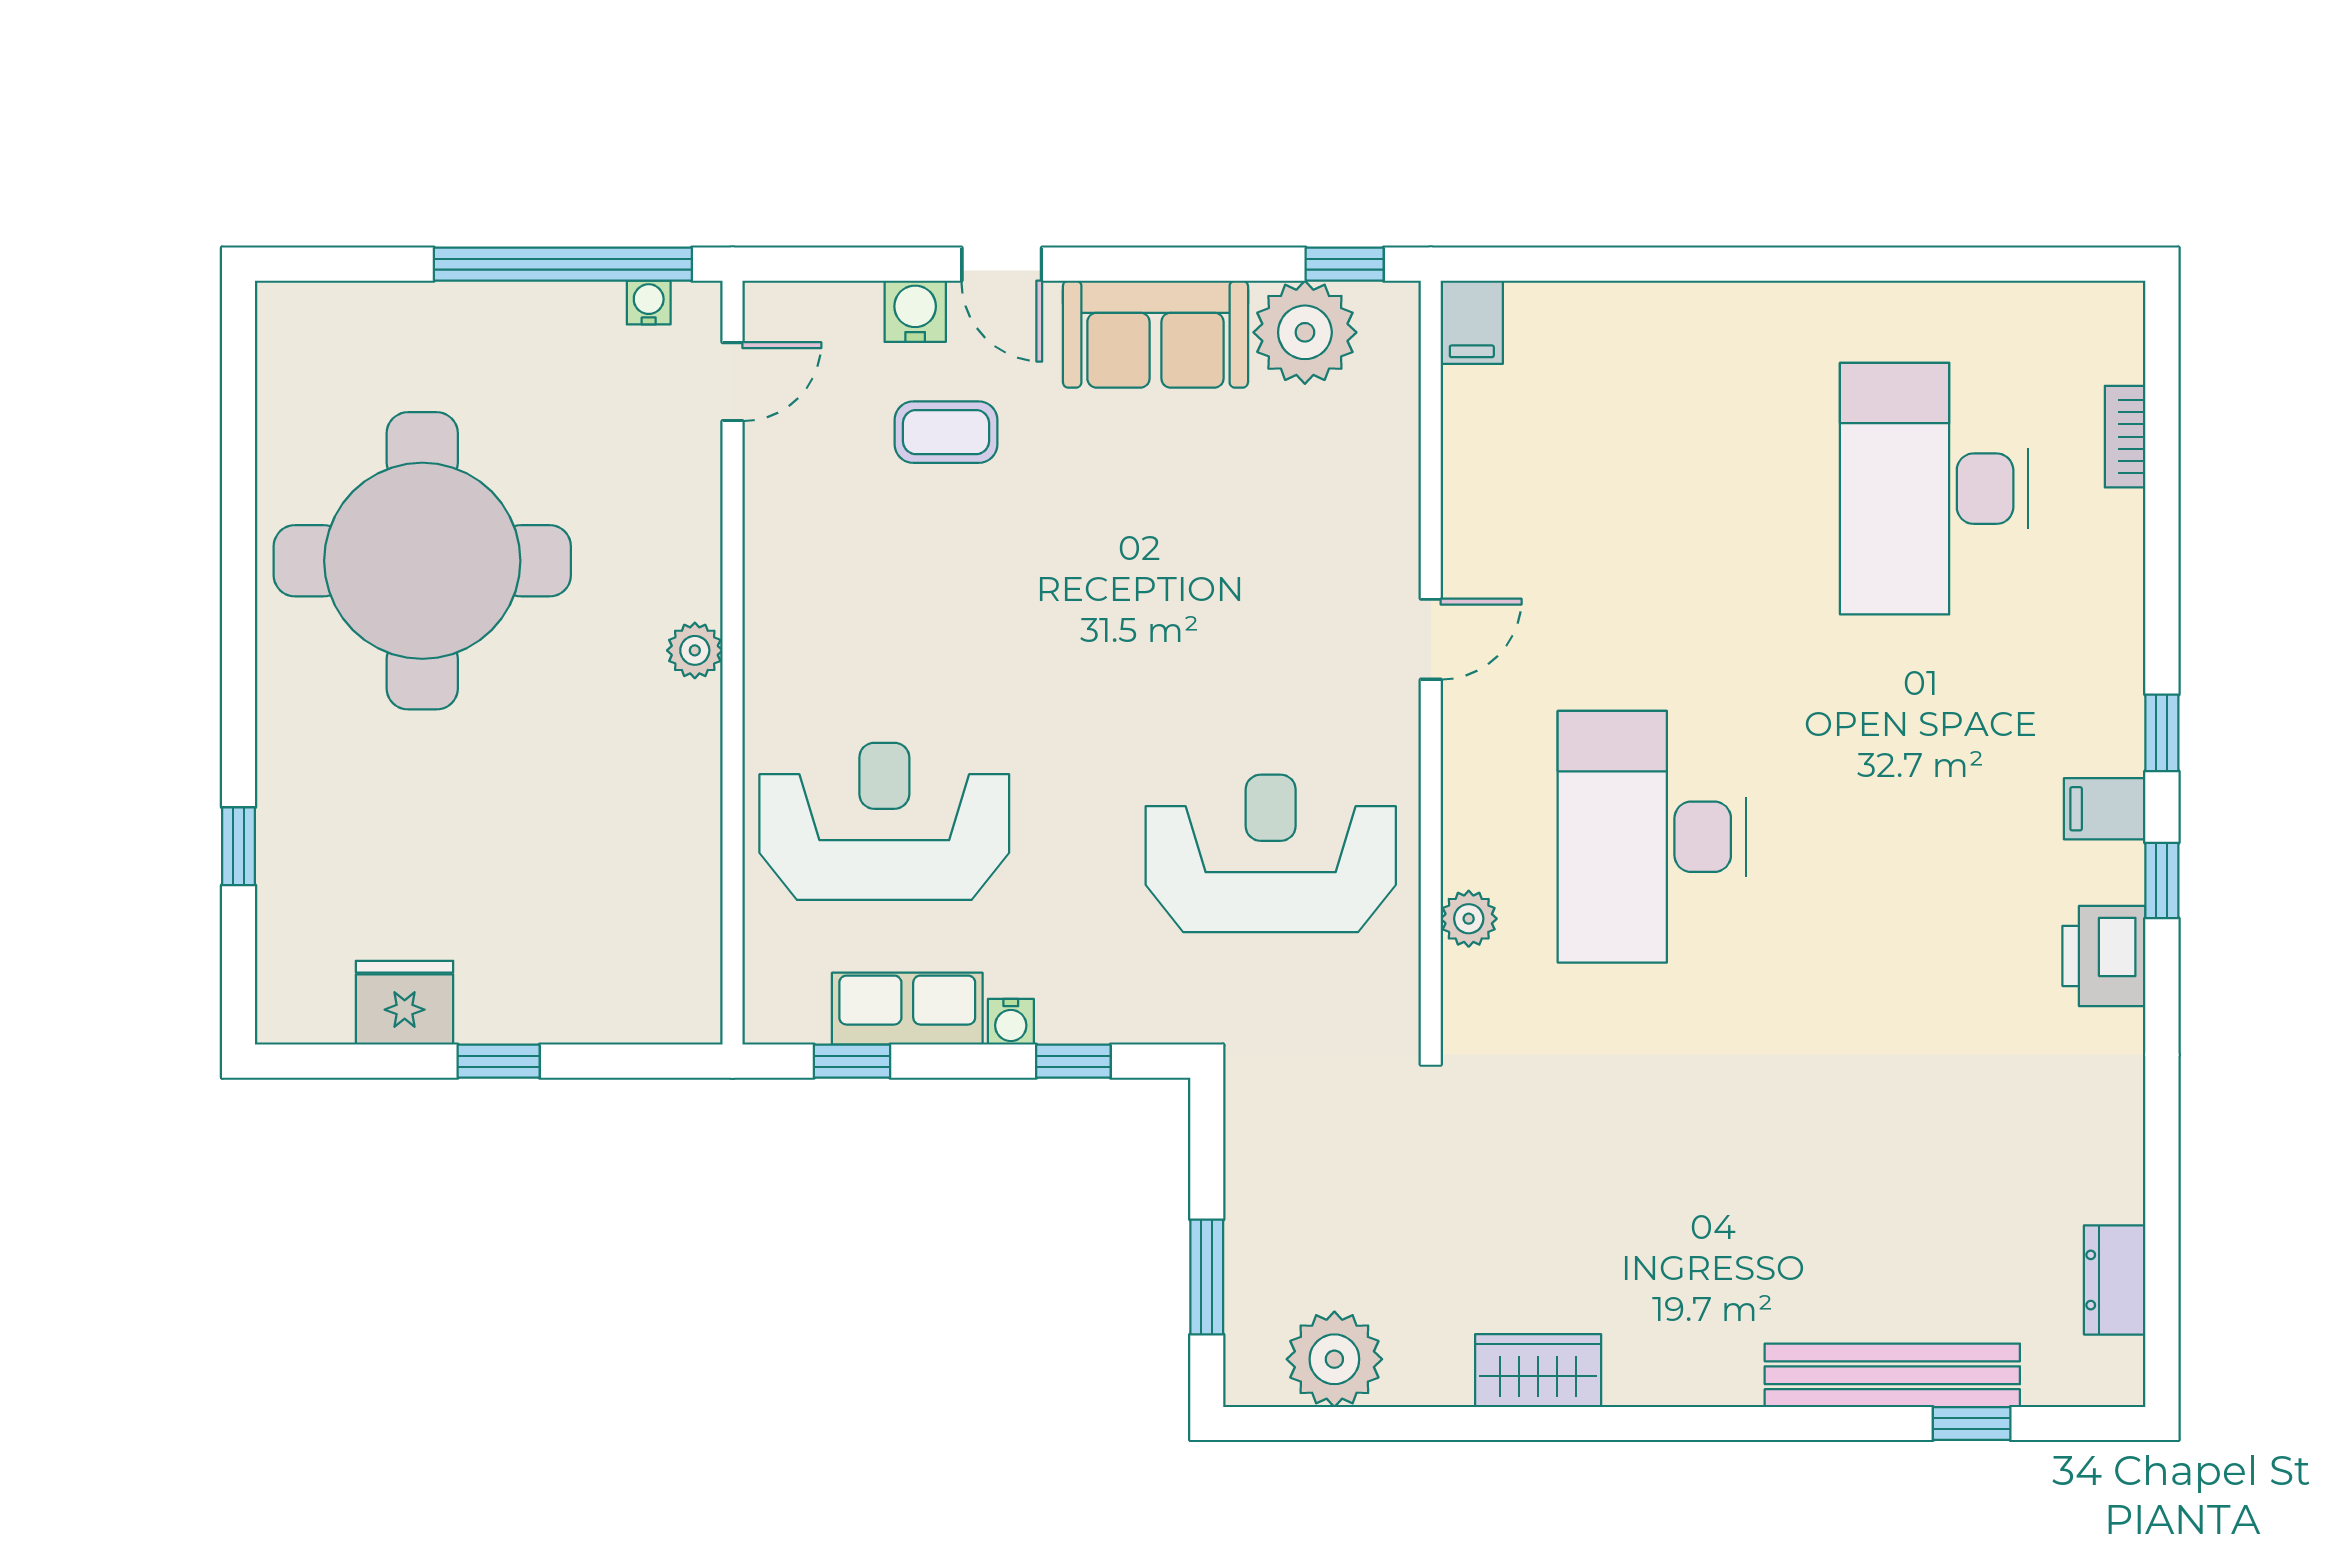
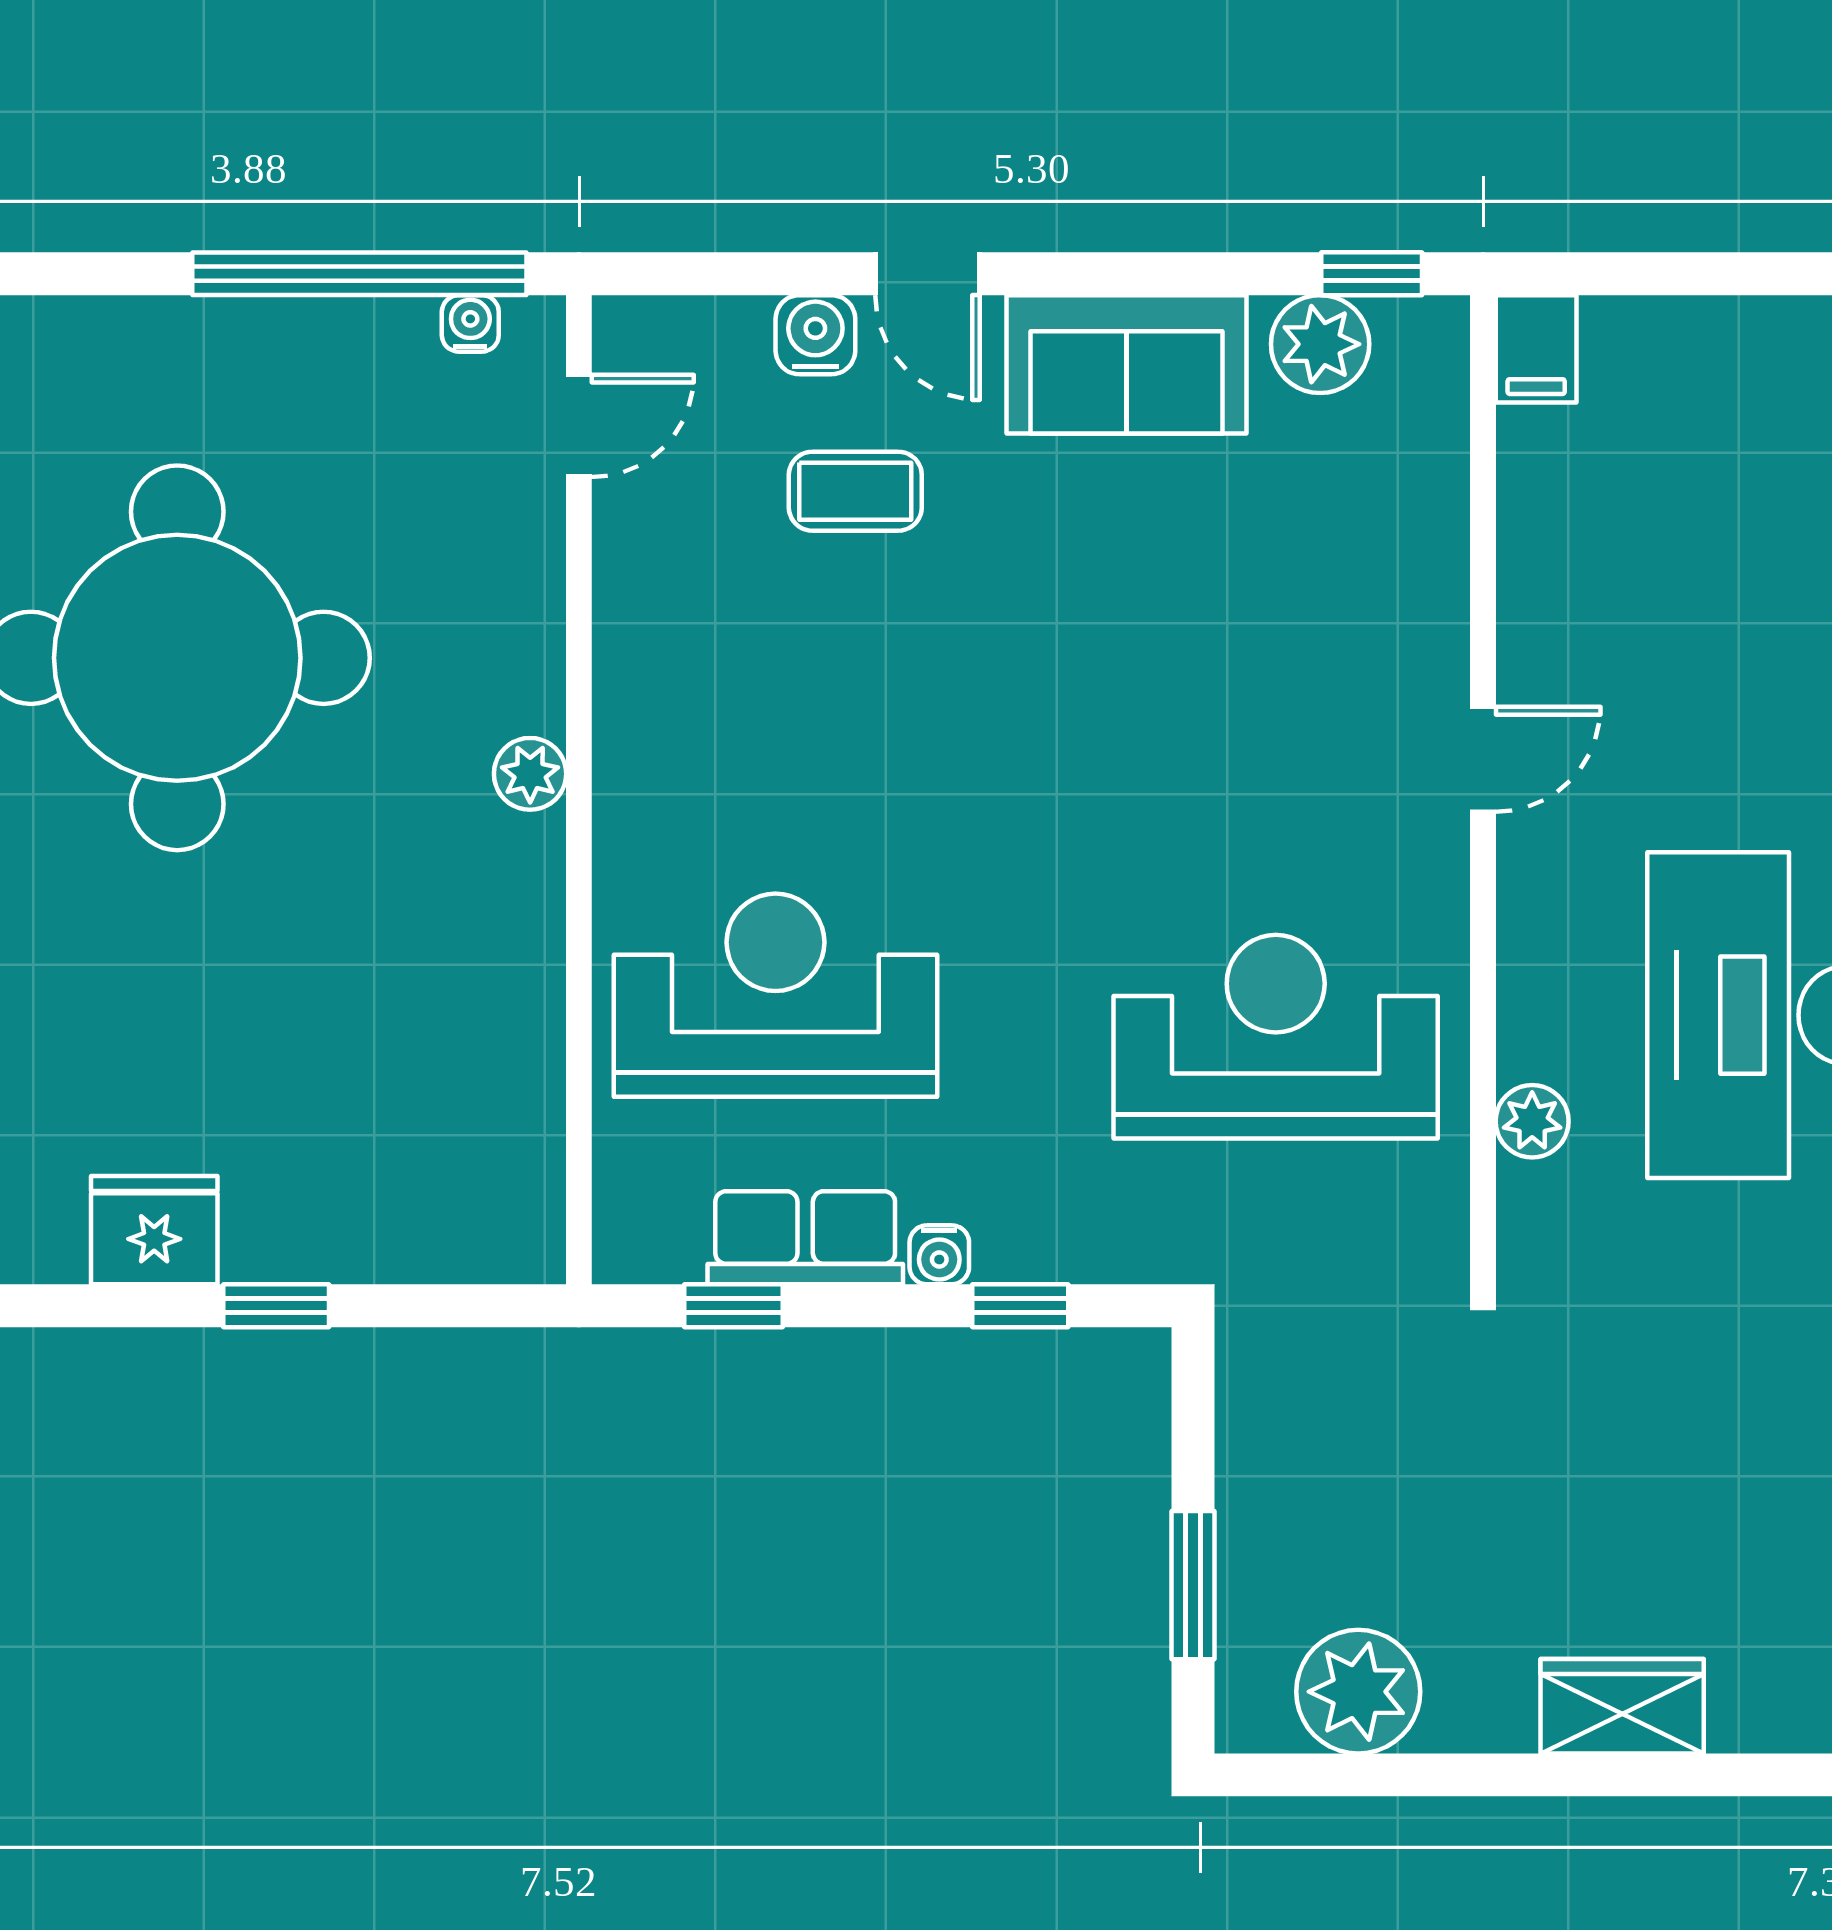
plant: (1305, 332) -> (1320, 344), width x0.73, depth x0.73

